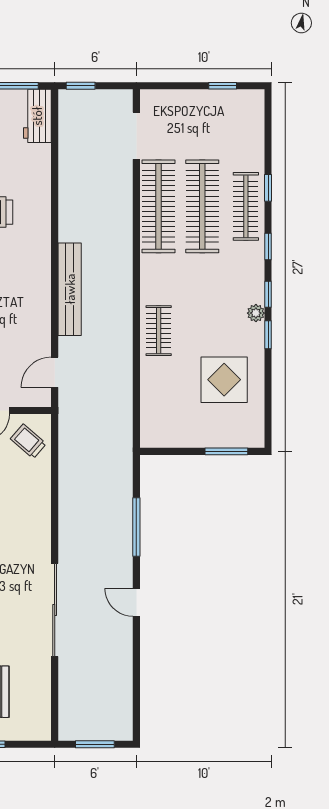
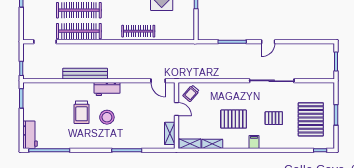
workbench: (37, 116) -> (107, 89), moved
bench: (70, 289) -> (85, 74), moved
clothes rail: (159, 331) -> (138, 31), width x1.36

